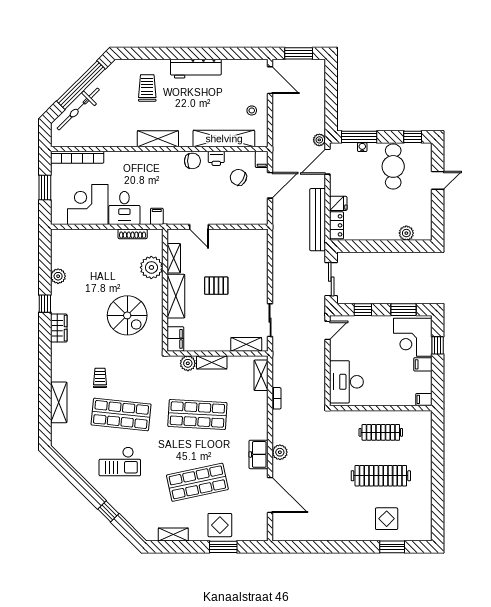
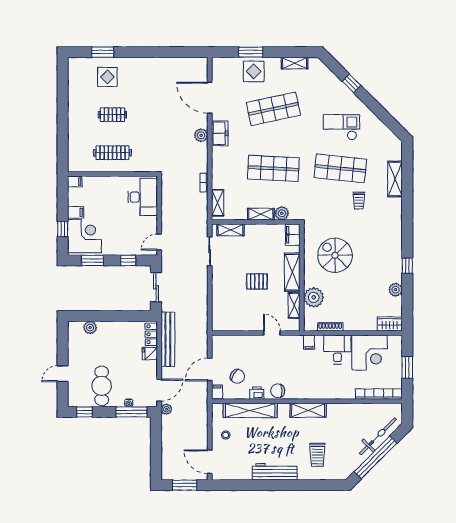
wardrobe: (59, 328) -> (390, 324), moved, turned 90
clothes rail: (381, 476) -> (112, 115), width x0.54, depth x0.76

